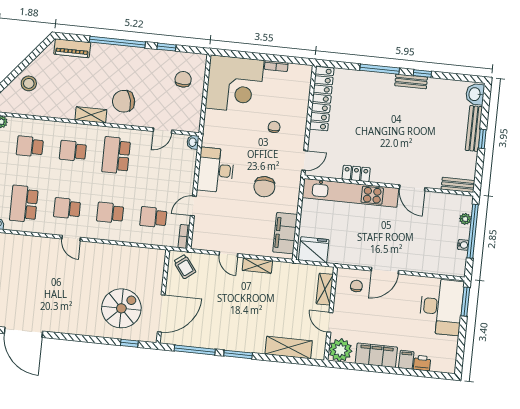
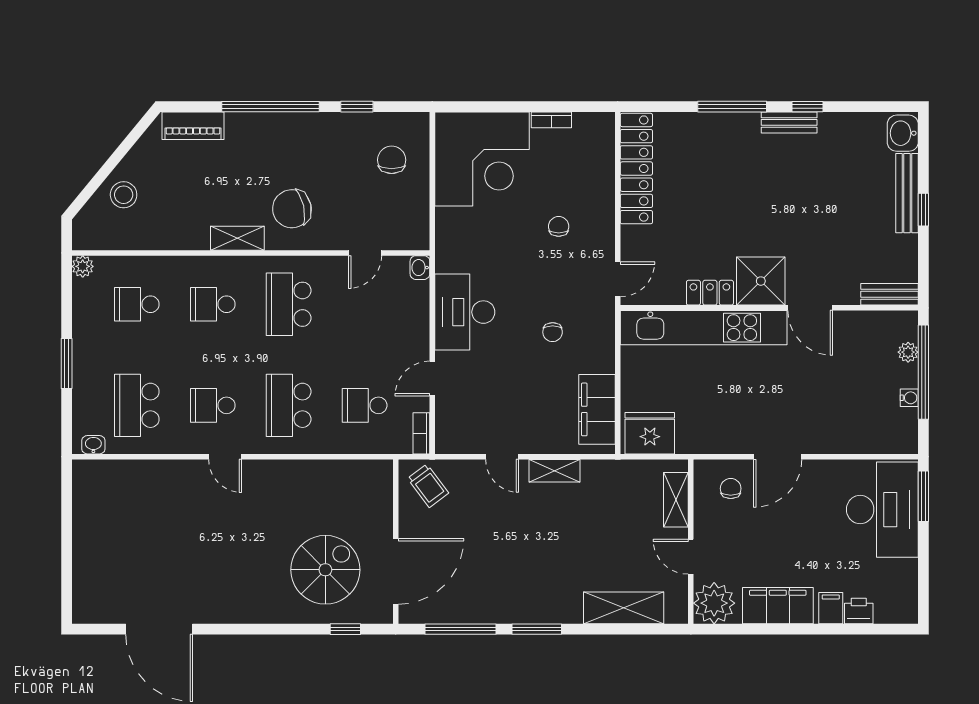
shower: (386, 170) -> (761, 281), added
chair: (264, 187) -> (553, 332), width x0.54, depth x0.54
school desk: (110, 213) -> (289, 405), width x1.85

